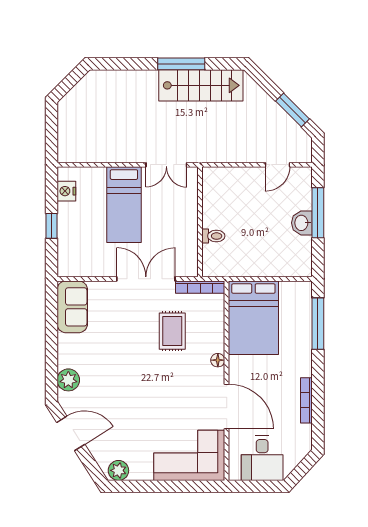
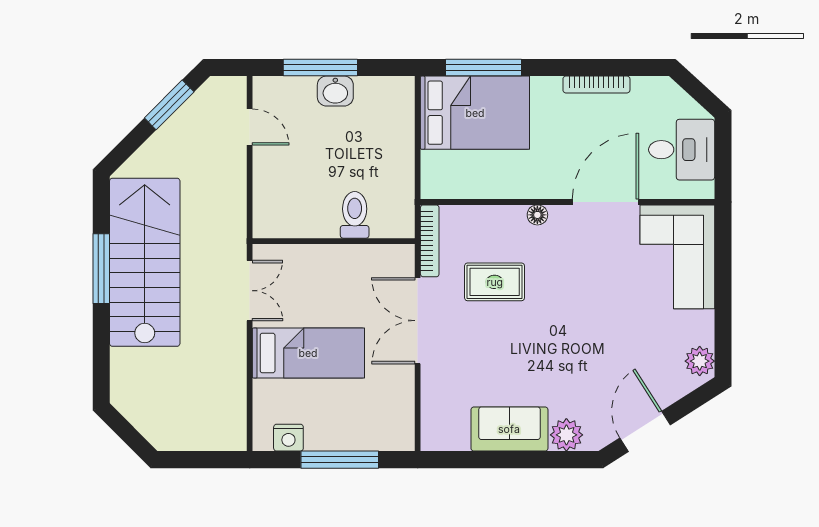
stairs: (201, 85) -> (145, 262), width x1.36, depth x1.51
window: (51, 226) -> (340, 460), width x2.17
toilet: (213, 236) -> (355, 215), width x1.37, depth x1.39
sofa: (72, 307) -> (509, 429), moved
bed: (253, 318) -> (475, 113), moved

